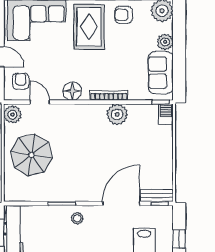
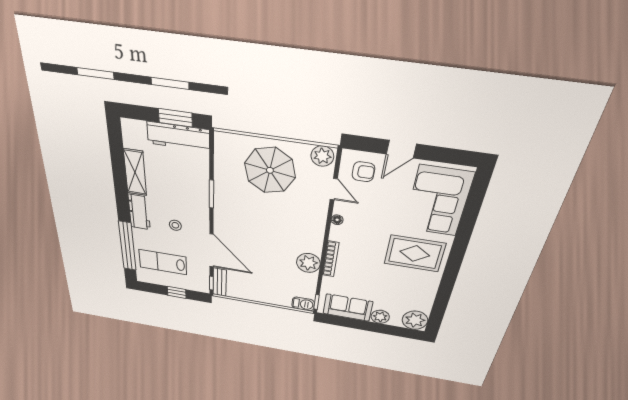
armchair: (124, 15) -> (420, 287), removed
floor lamp: (72, 91) -> (337, 220), width x0.53, depth x0.53
door: (40, 102) -> (334, 189), hinge flipped
stool: (77, 218) -> (175, 225), moved

